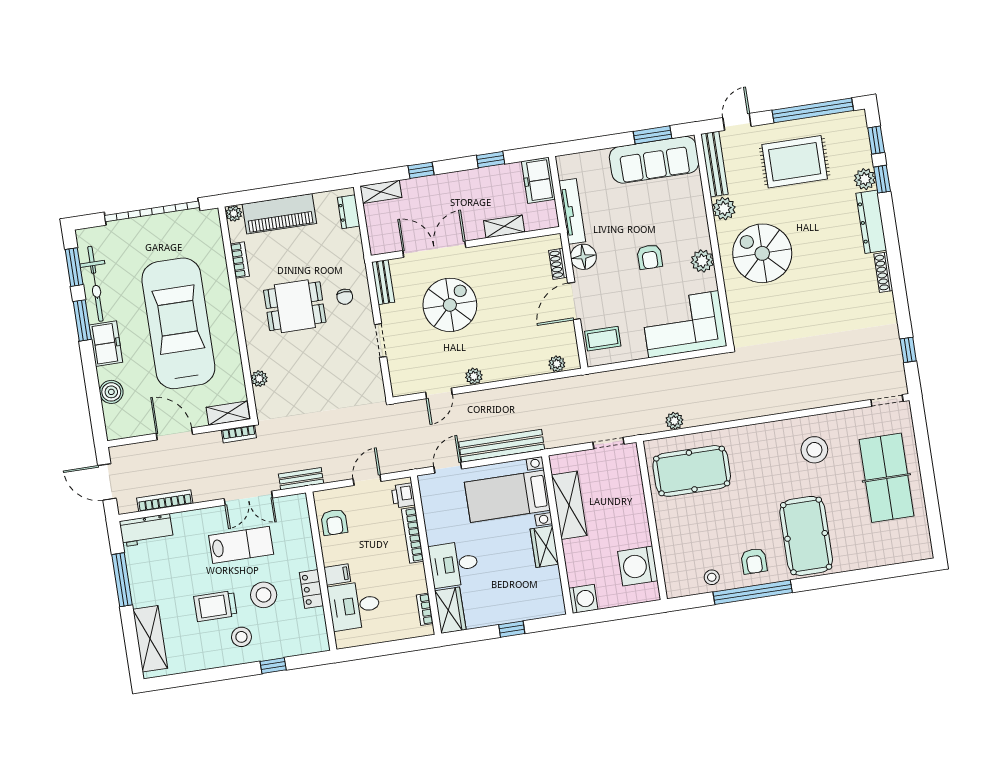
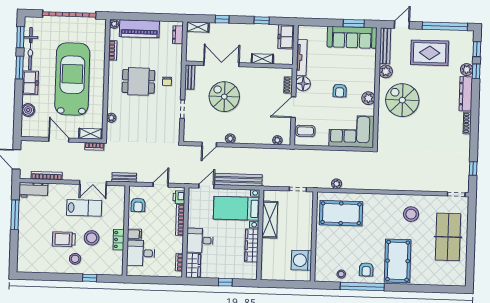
spiral stairs: (450, 305) -> (224, 97), turned -90
wardrobe: (544, 547) -> (252, 245), width x1.50
washing machine: (583, 599) -> (268, 273), removed
shelving: (150, 639) -> (24, 251), removed

